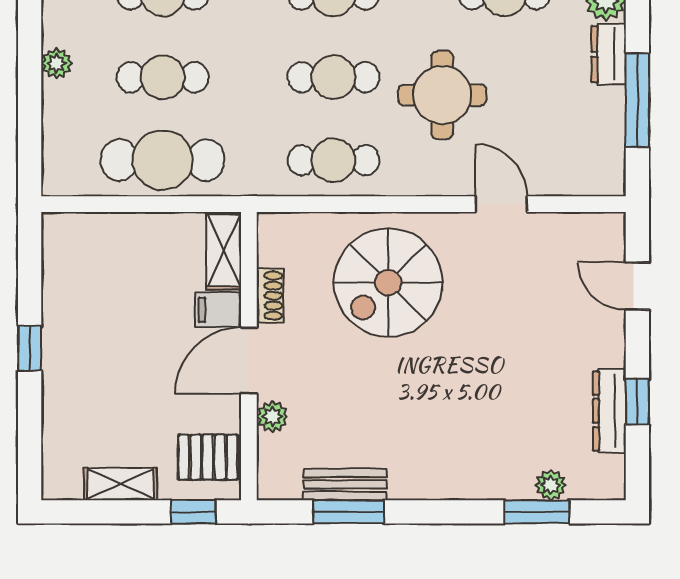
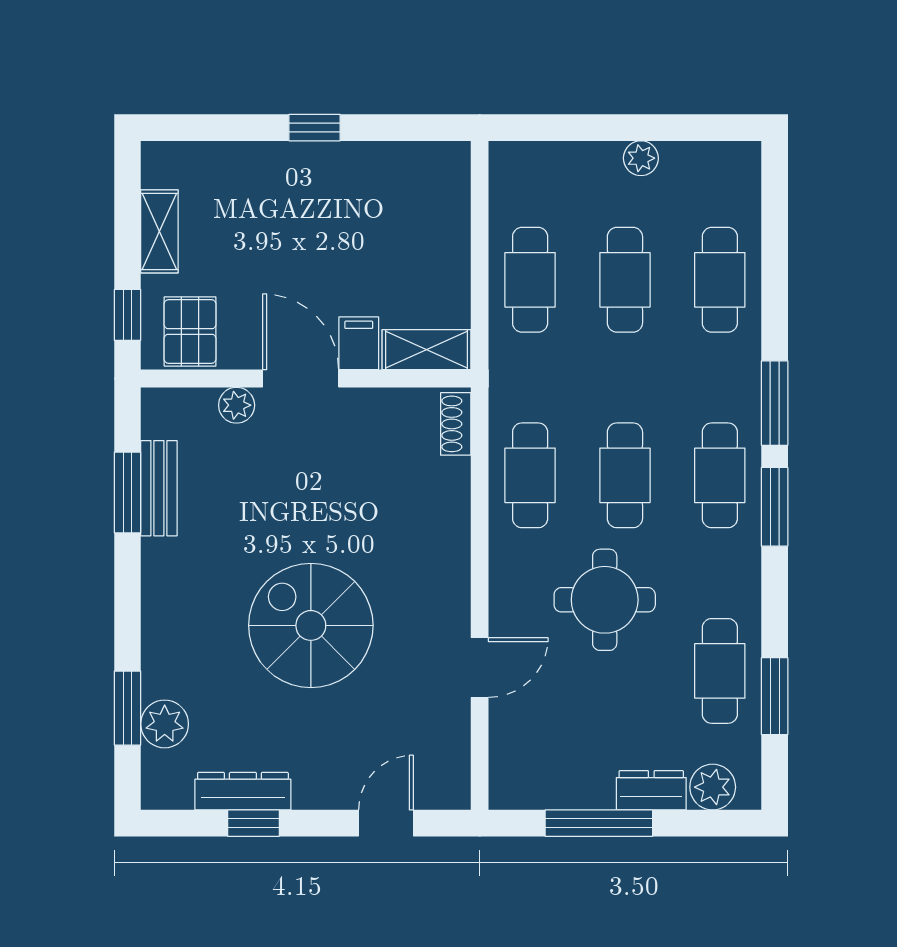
cafe table: (163, 160) -> (530, 280), width x0.73, depth x0.74
spiral stairs: (388, 282) -> (311, 625), moved
shoe rack: (270, 296) -> (456, 424), moved, turned 90
plant: (551, 485) -> (165, 724), width x1.38, depth x1.38

